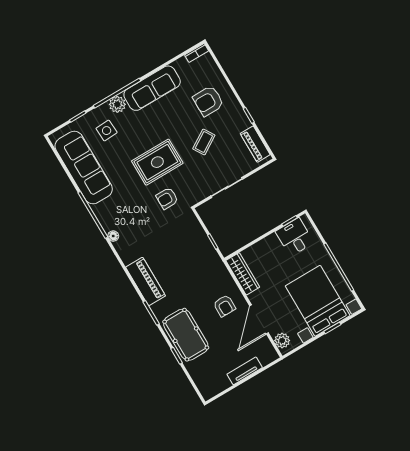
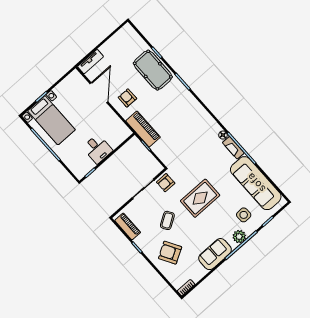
sofa: (152, 88) -> (215, 254), width x0.73
armchair: (208, 101) -> (170, 253), turned -120
armchair: (167, 198) -> (166, 183), moved, turned 180
fireplace: (103, 218) -> (233, 148), added
desk: (294, 237) -> (97, 149), moved
wardrobe: (243, 274) -> (118, 125), removed
piano: (146, 282) -> (143, 129), moved, turned 180
bed with nightstands: (318, 301) -> (51, 120), width x0.73
plant: (282, 341) -> (78, 80), removed
tv unit: (245, 371) -> (90, 62), moved

